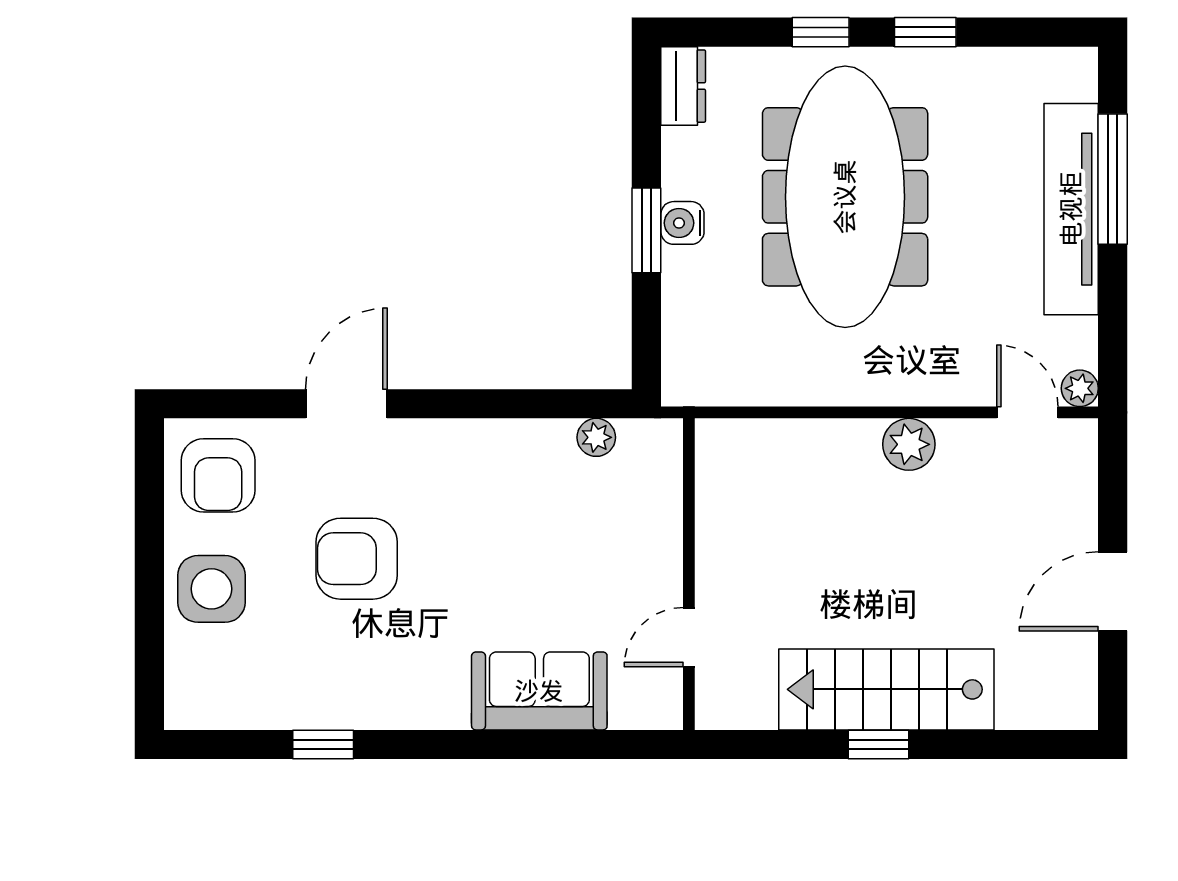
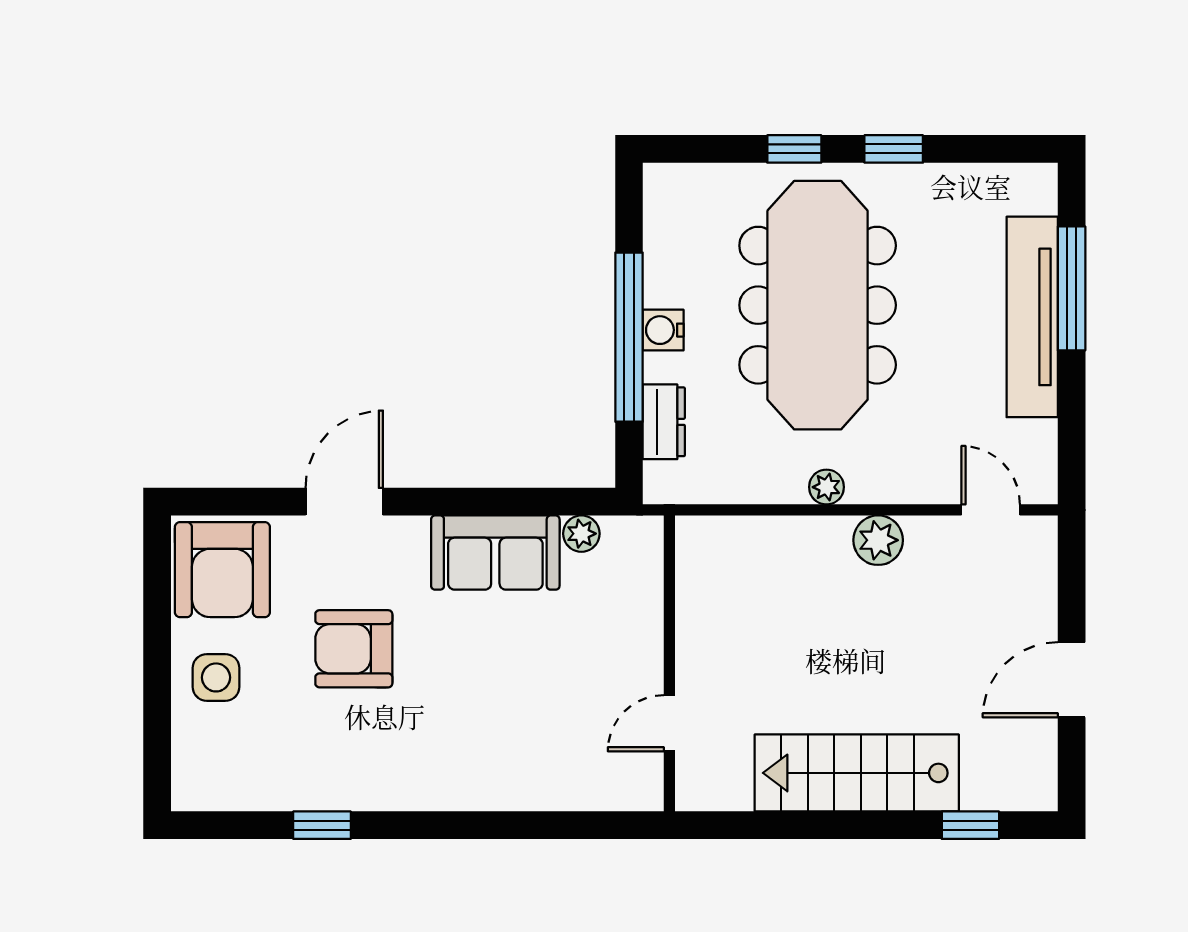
dresser: (683, 86) -> (664, 422), moved
window: (646, 230) -> (629, 337), width x2.11
plant: (1080, 388) -> (826, 487), moved
armchair: (218, 475) -> (222, 570), width x1.36, depth x1.36
side table: (211, 589) -> (216, 677), width x0.73, depth x0.73
sofa: (539, 691) -> (495, 553), moved, turned 180
window: (879, 744) -> (970, 825), moved

